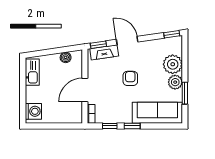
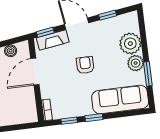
window: (172, 34) -> (108, 15), moved
door: (85, 90) -> (35, 72), moved

